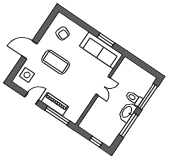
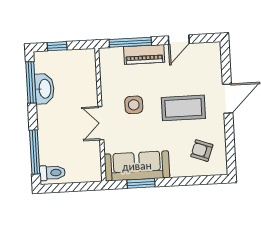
side table: (27, 75) -> (134, 105), moved
toilet: (134, 98) -> (52, 173), moved
washbasin: (127, 112) -> (44, 89), moved
window: (129, 125) -> (31, 82), moved

